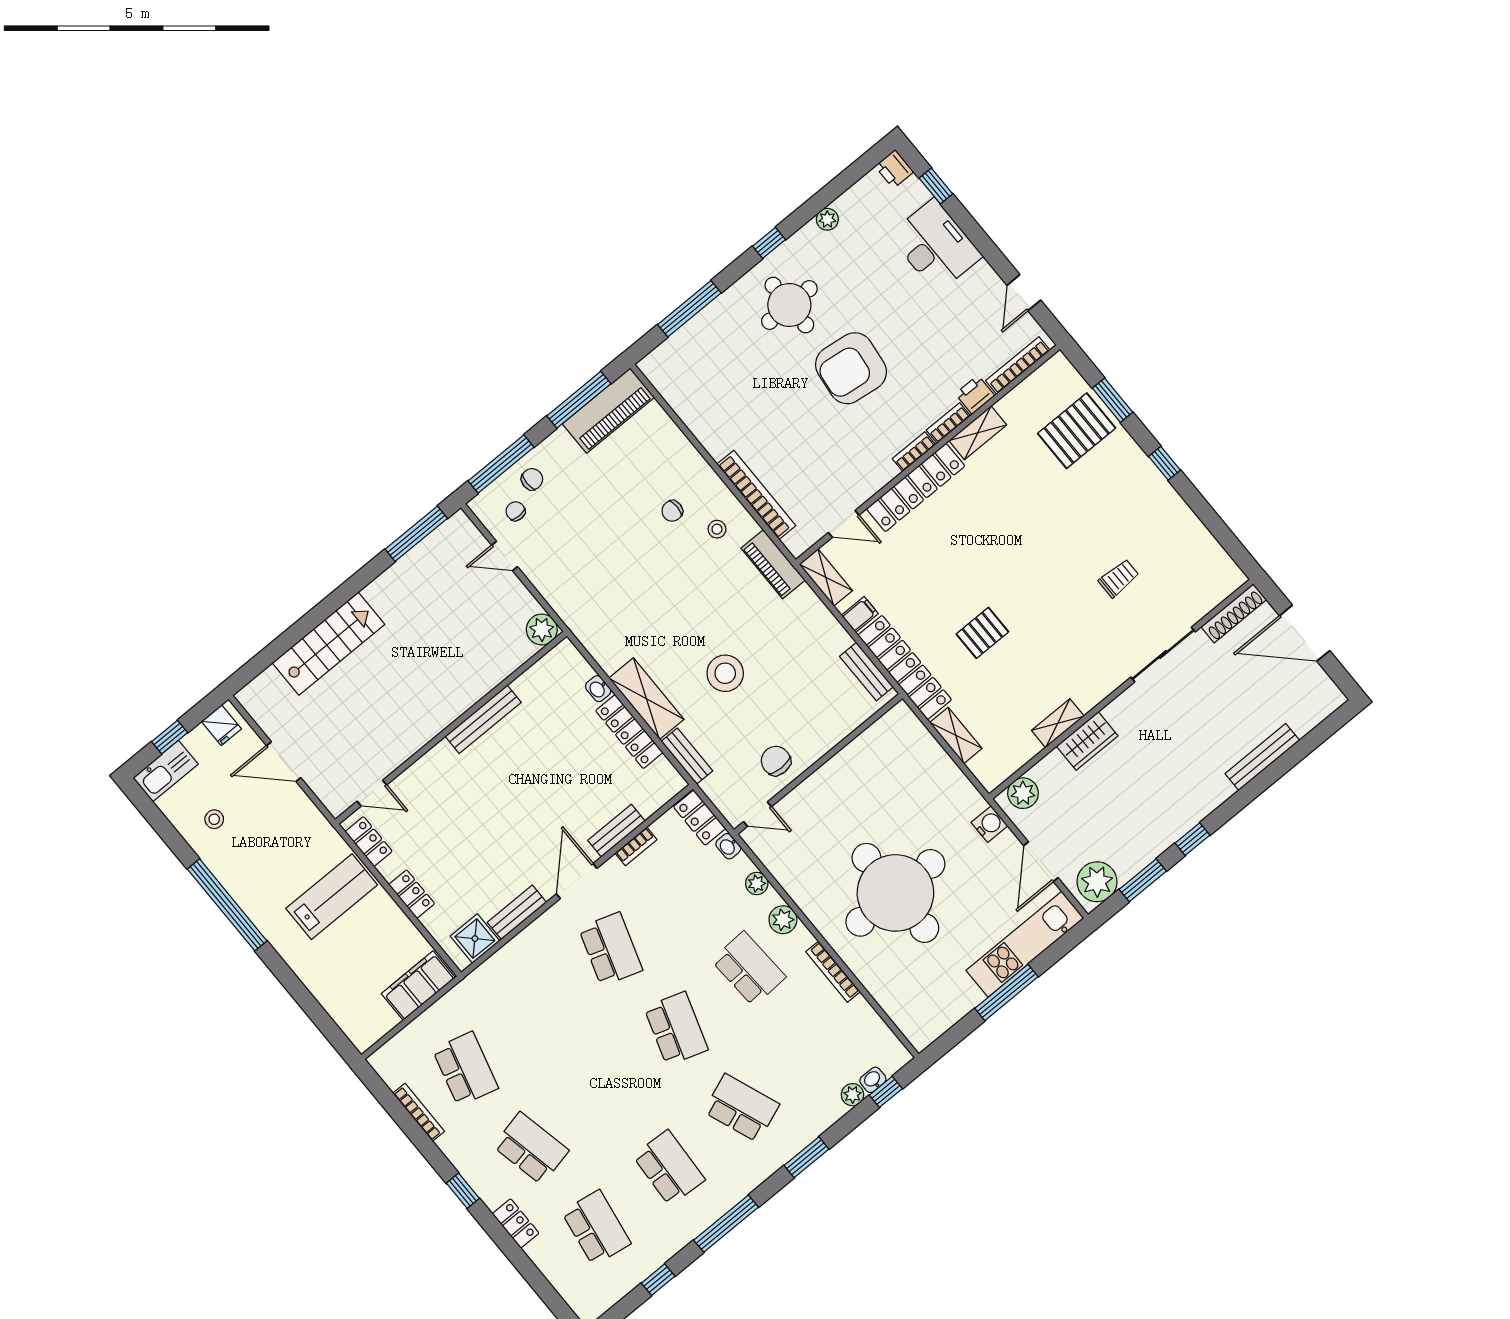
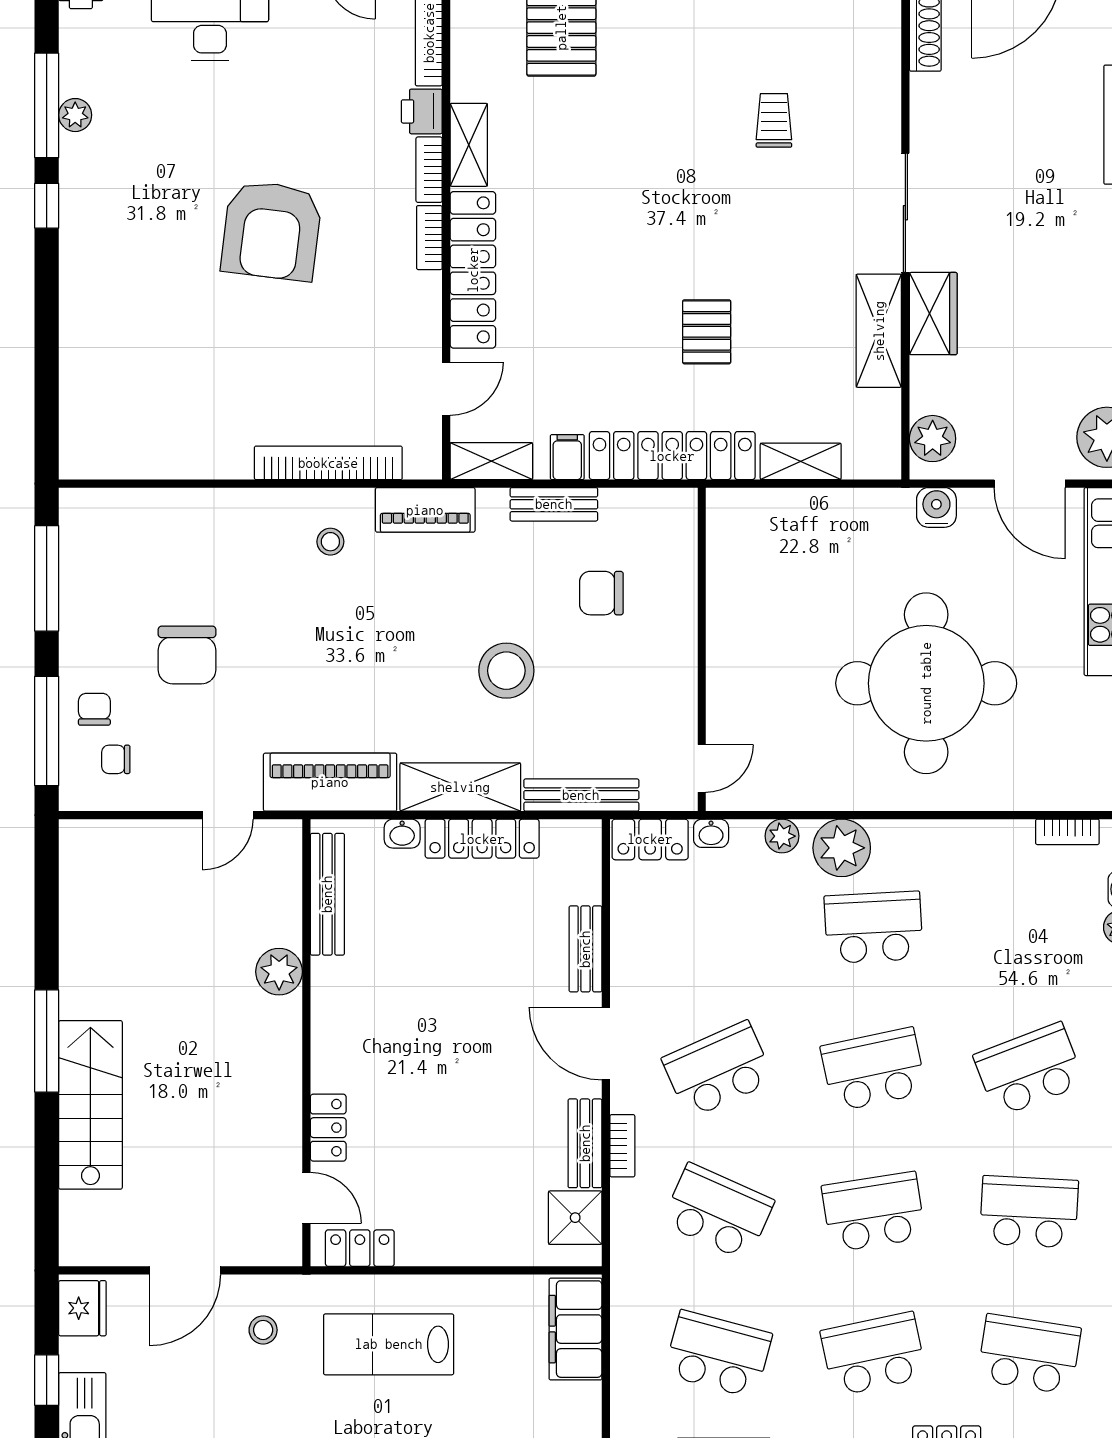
round table: (789, 305) -> (139, 242), removed
window: (689, 309) -> (47, 105), moved
piano: (608, 411) -> (330, 782), moved, turned -90
chair: (672, 511) -> (187, 655), moved, width x1.87, depth x1.87
window: (416, 534) -> (47, 1041), moved
door: (505, 556) -> (228, 815), moved
plant: (542, 629) -> (279, 972), moved
sliding door: (1163, 654) -> (905, 213), moved
bench: (866, 672) -> (554, 504), moved
bench: (483, 719) -> (327, 894), moved
shelving: (1058, 723) -> (879, 331), width x1.50, depth x1.33
fridge: (221, 725) -> (82, 1308), width x1.38
bench: (687, 756) -> (581, 795), width x1.36
chair: (776, 761) -> (601, 593), moved
door: (372, 793) -> (306, 1198), hinge flipped
stool: (214, 819) -> (263, 1330), moved
bookcase: (636, 846) -> (622, 1146), moved
locker: (412, 894) -> (328, 1128), moved, turned 90
lab bench: (332, 897) -> (389, 1344), turned -90
plant: (783, 920) -> (842, 848), width x1.36, depth x1.36
school desk: (611, 949) -> (718, 1070), turned -42
bookcase: (833, 972) -> (1067, 832), moved, width x0.64
school desk: (538, 1009) -> (718, 1212), added
school desk: (676, 1029) -> (874, 1070), turned -30
school desk: (603, 1088) -> (874, 1212), added

